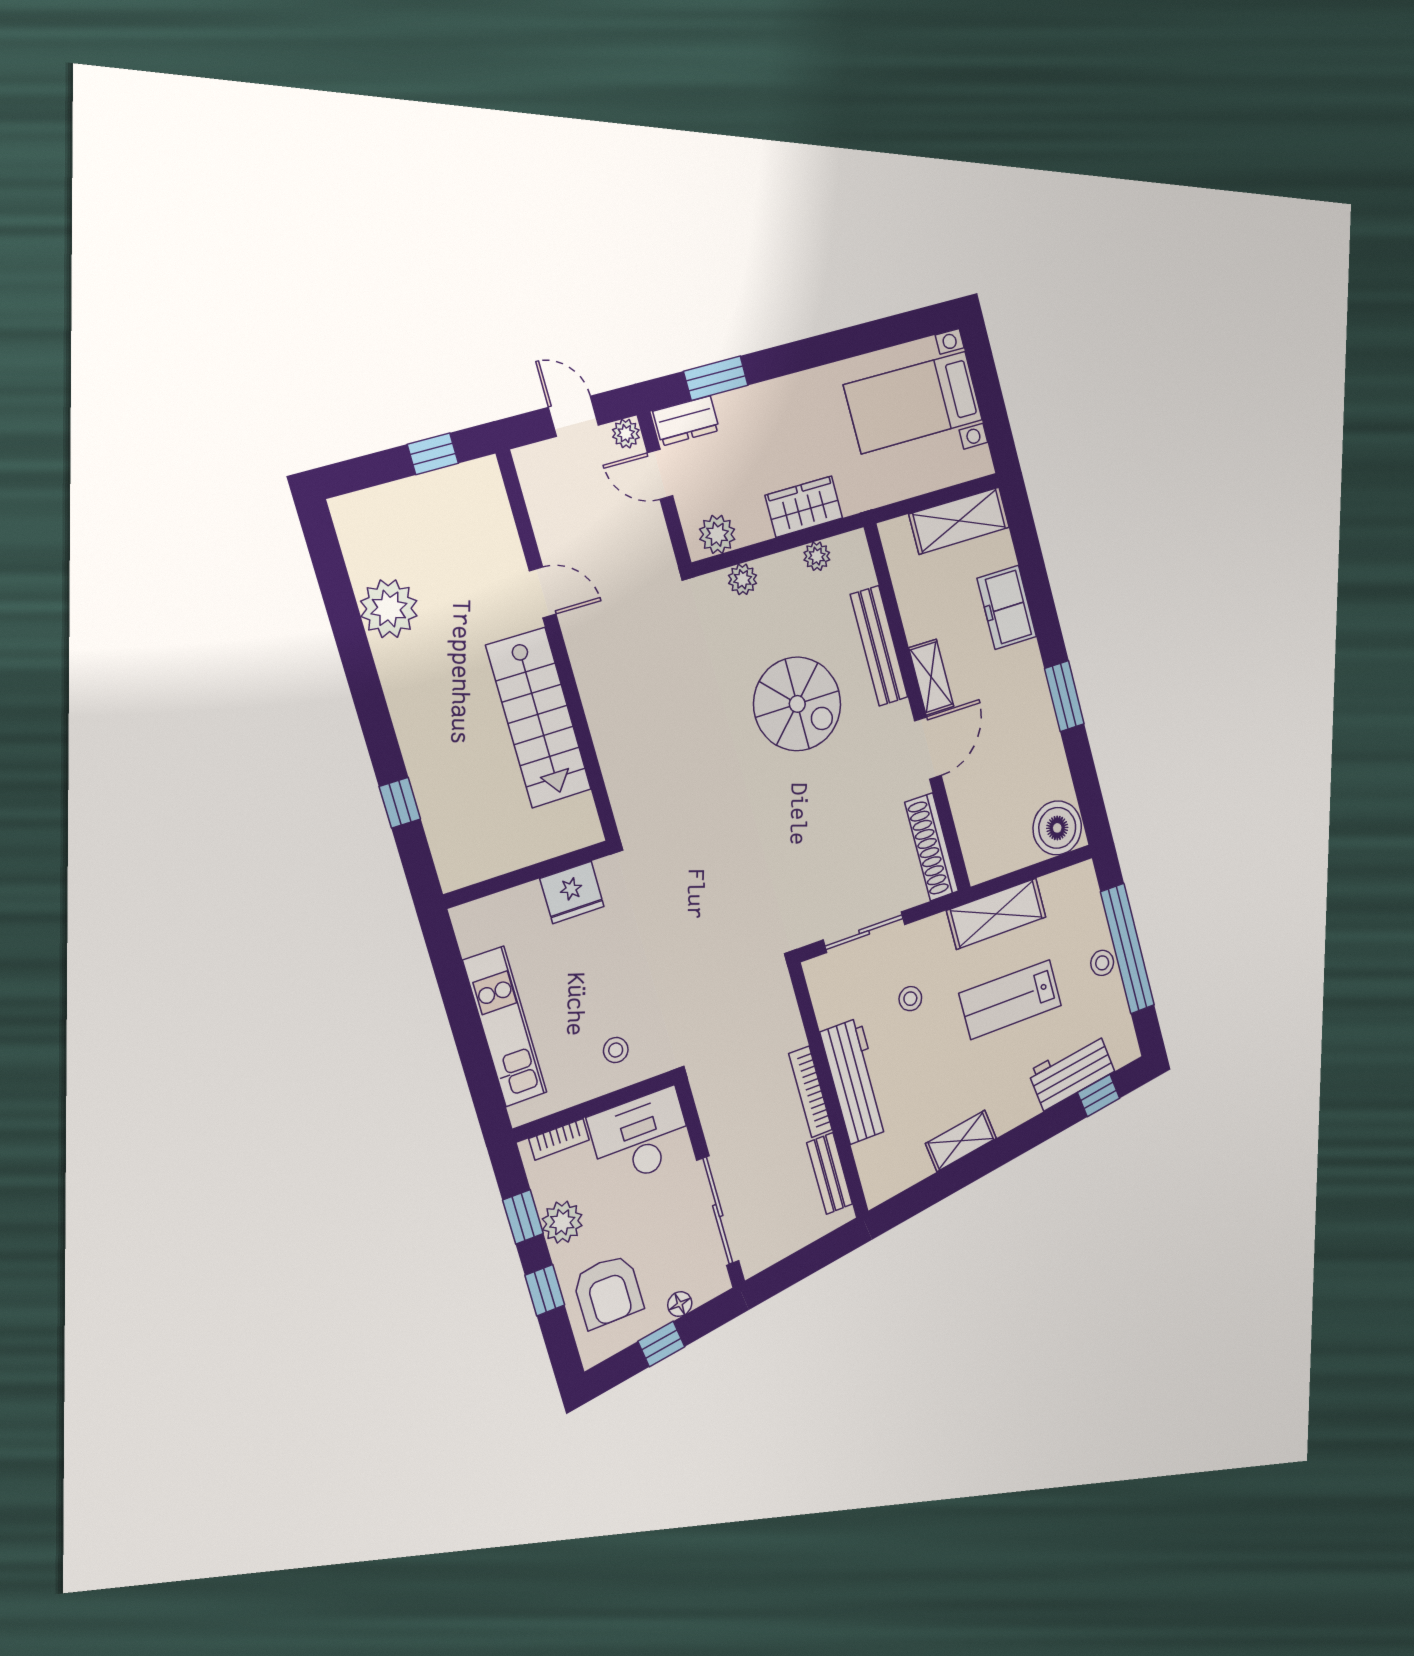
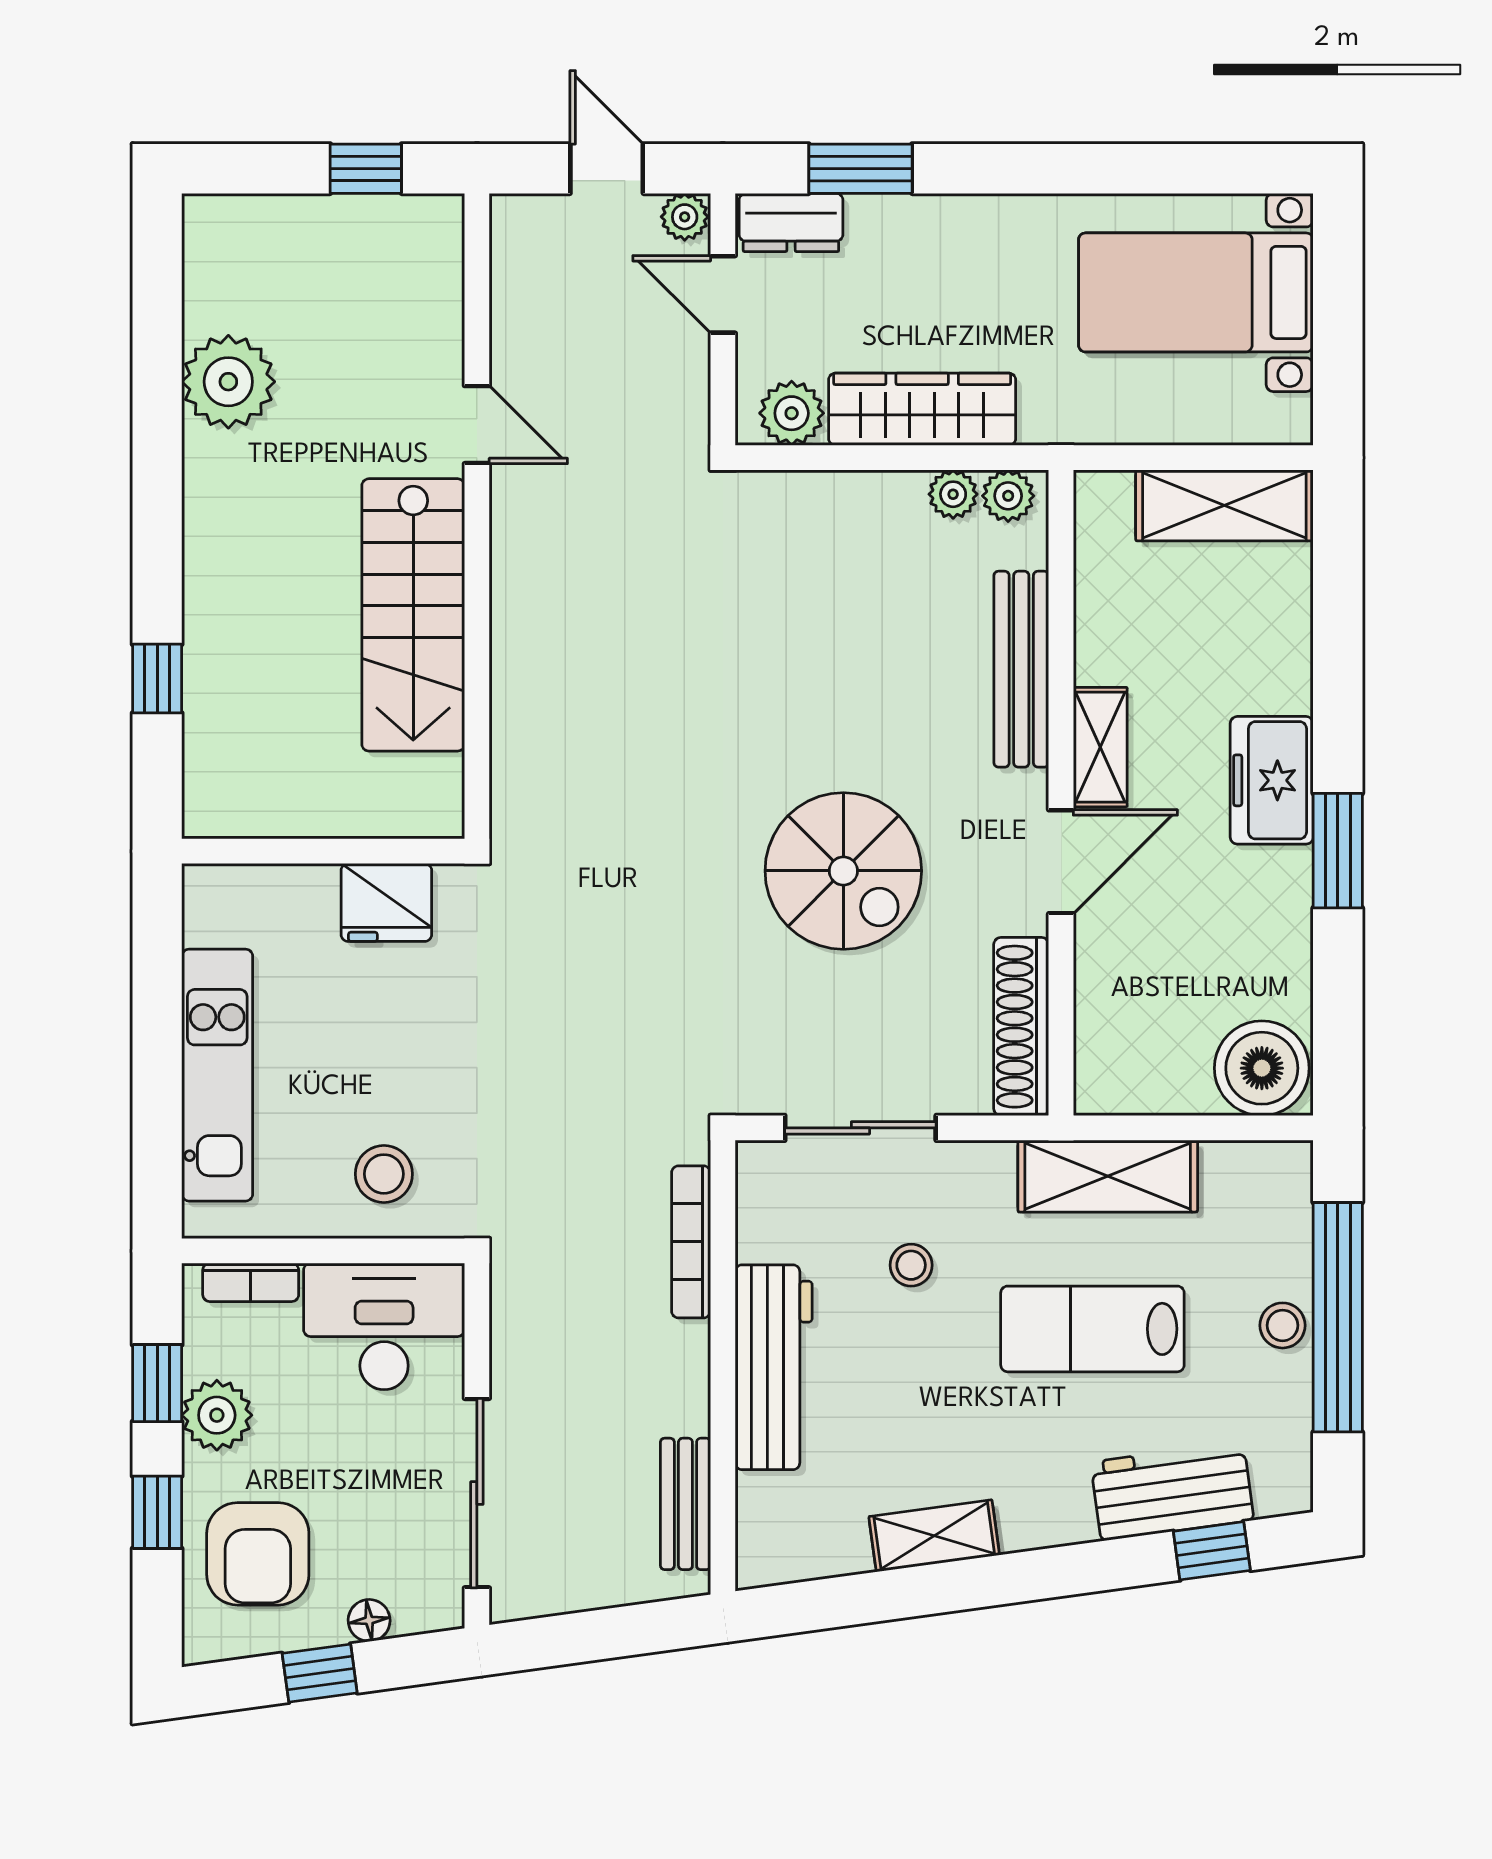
wardrobe: (804, 507) -> (922, 409), width x1.50
plant: (743, 579) -> (1008, 496), moved
freezer: (1007, 607) -> (1272, 780), moved
spiral stairs: (797, 704) -> (843, 871), moved
stool: (616, 1050) -> (384, 1174), width x1.37, depth x1.37
bookcase: (810, 1092) -> (691, 1242), moved

